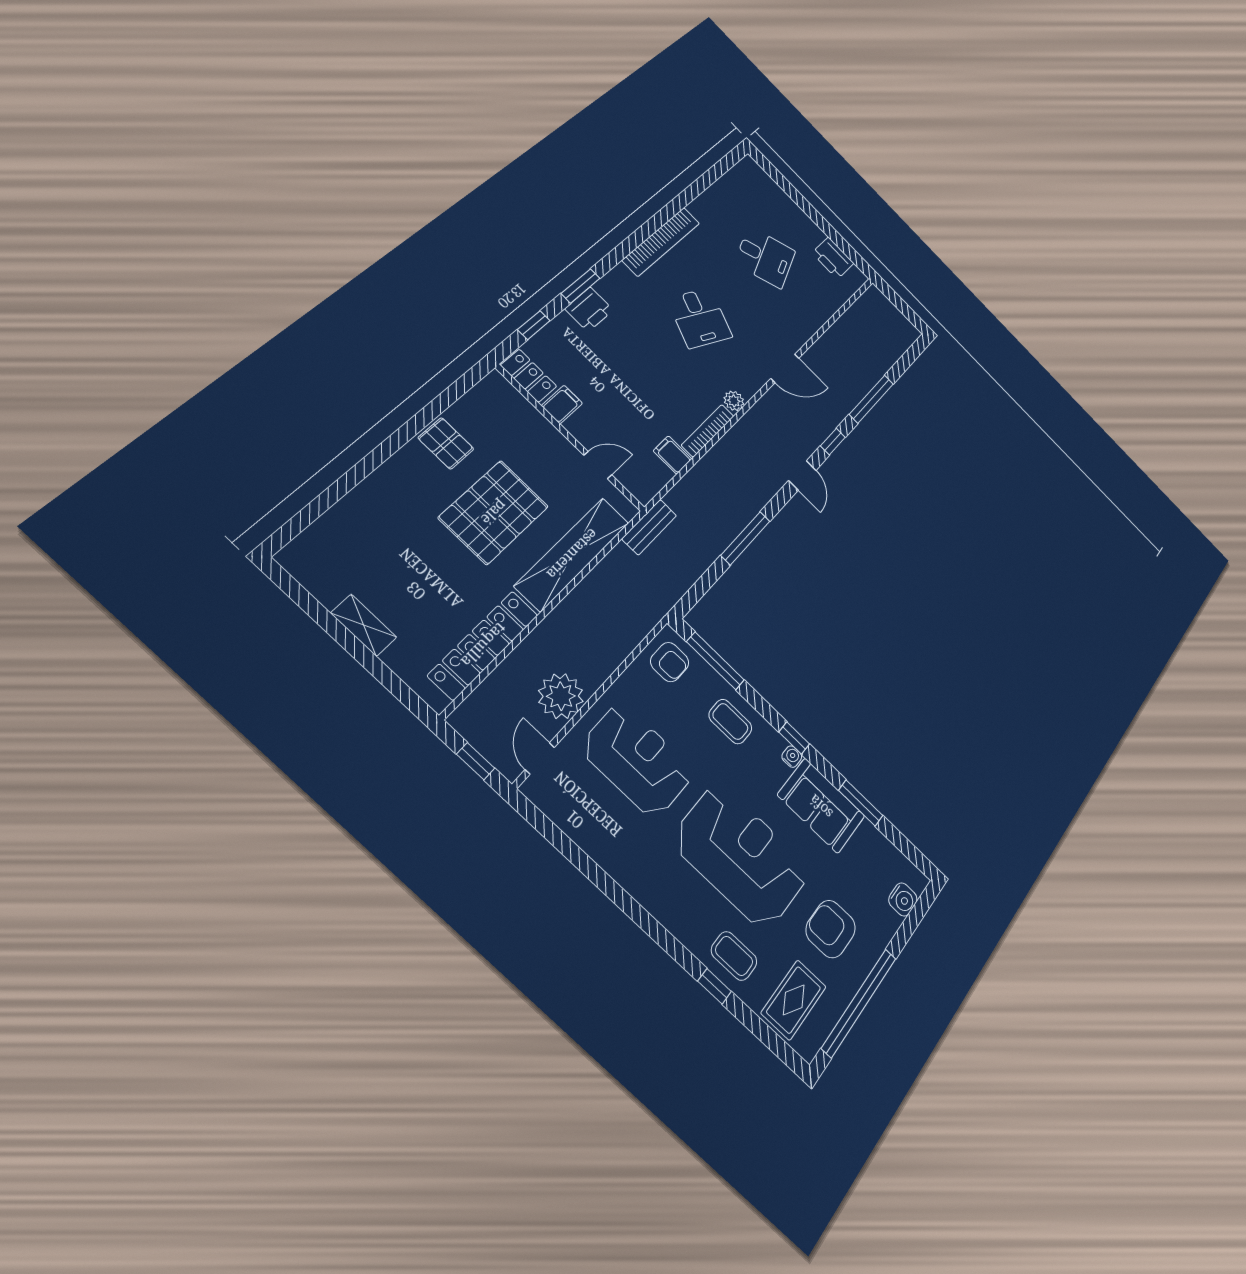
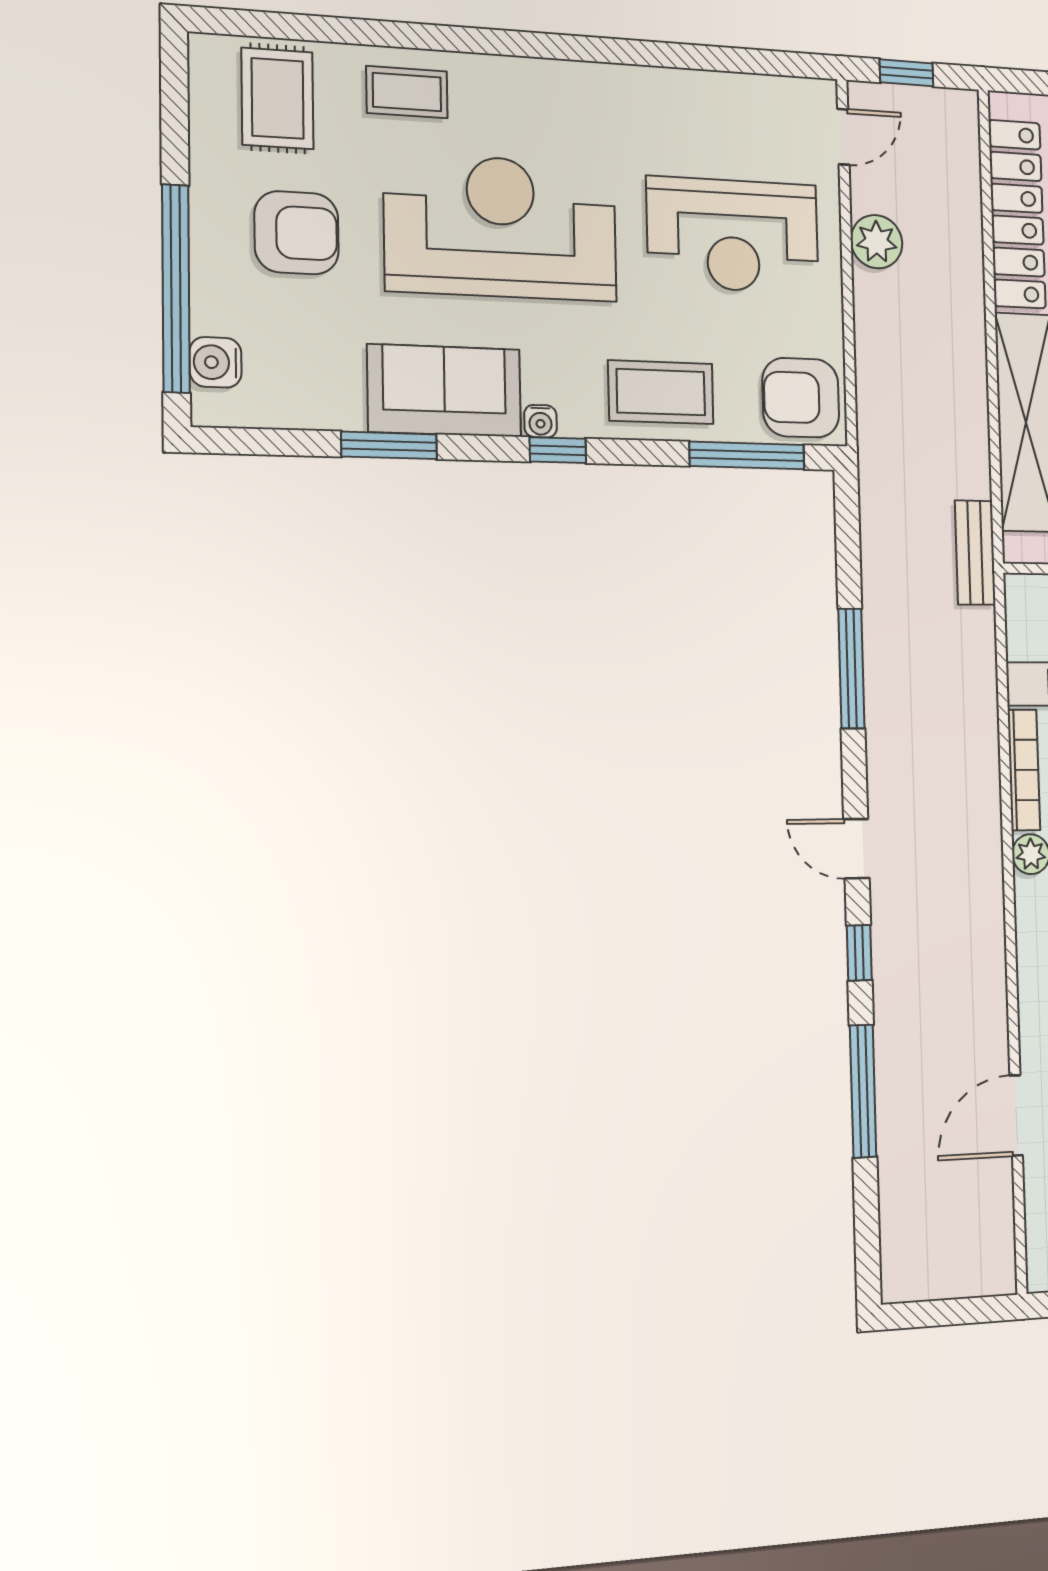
door: (785, 368) -> (1016, 1115), moved
armchair: (670, 662) -> (801, 398), width x1.38, depth x1.38
plant: (561, 696) -> (877, 242), width x0.73, depth x0.73
coffee table: (730, 722) -> (661, 392), width x1.36, depth x1.30
door: (540, 758) -> (843, 137), hinge flipped
reception desk: (741, 856) -> (501, 227), turned 180
window: (715, 986) -> (402, 35), removed
window: (859, 1003) -> (176, 288), moved

